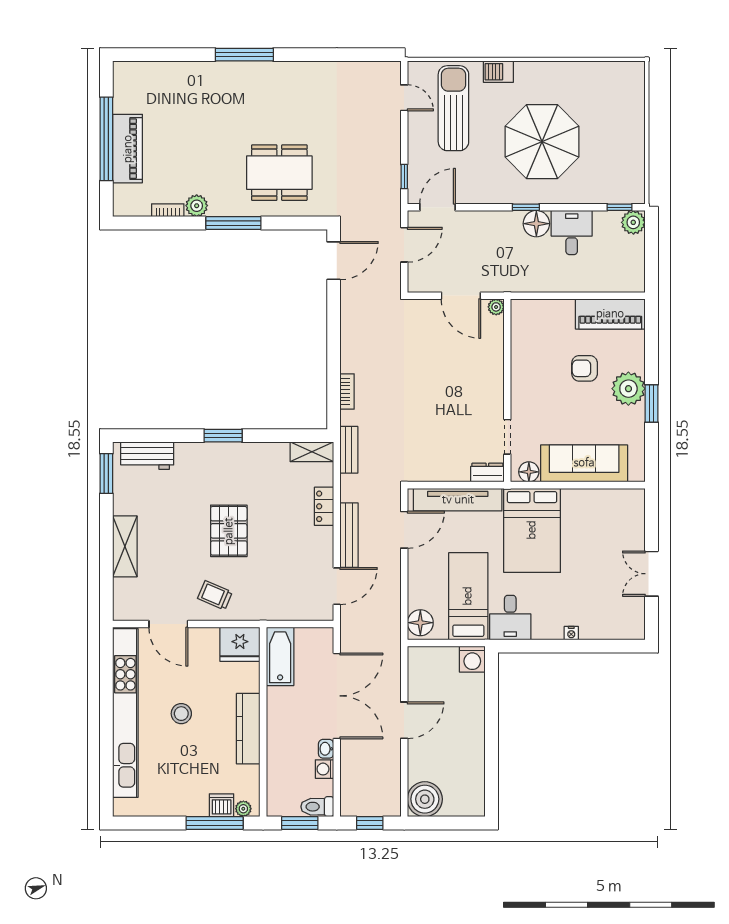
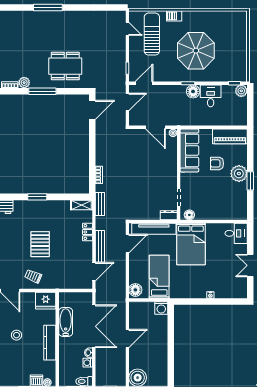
sofa: (584, 463) -> (189, 150), moved, turned 90
desk: (510, 618) -> (236, 233), moved, turned -90
bathtub: (280, 656) -> (66, 322), moved

